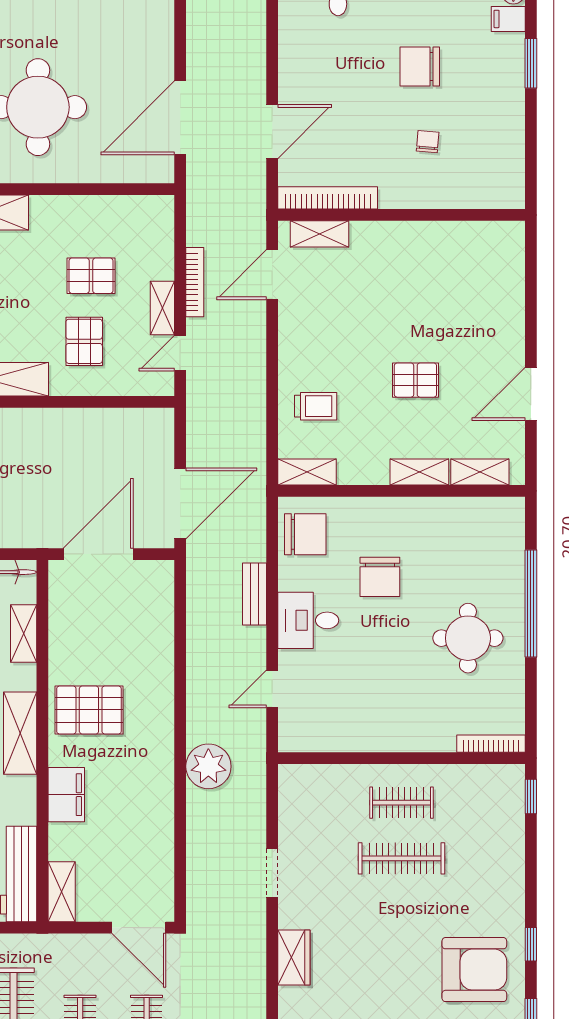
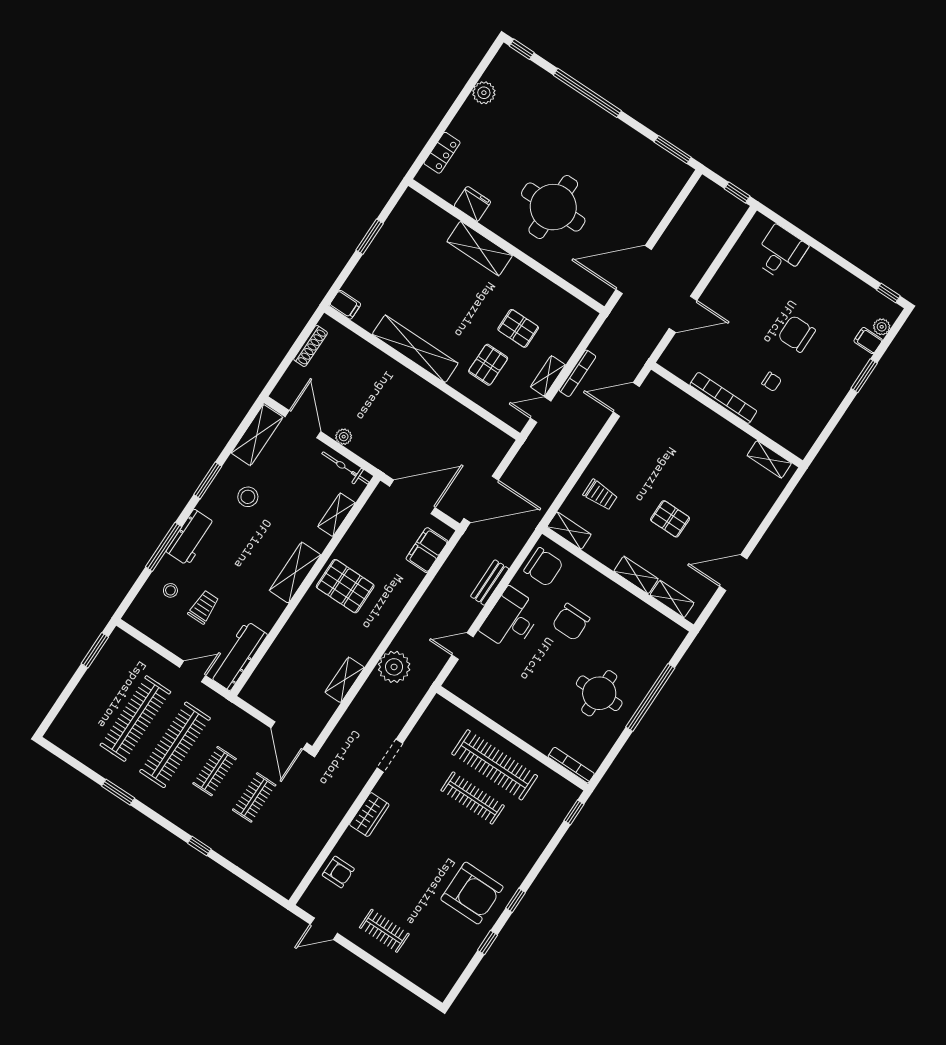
chair: (428, 142) -> (772, 382), turned 85
bookcase: (328, 198) -> (723, 398), moved
shelving: (319, 234) -> (769, 459), moved
desk: (308, 620) -> (511, 619), width x1.37
filing cabinet: (66, 795) -> (427, 550), moved, turned 180
clothes rail: (401, 803) -> (495, 765), width x1.86, depth x1.31
shelving: (62, 892) -> (345, 680), moved

